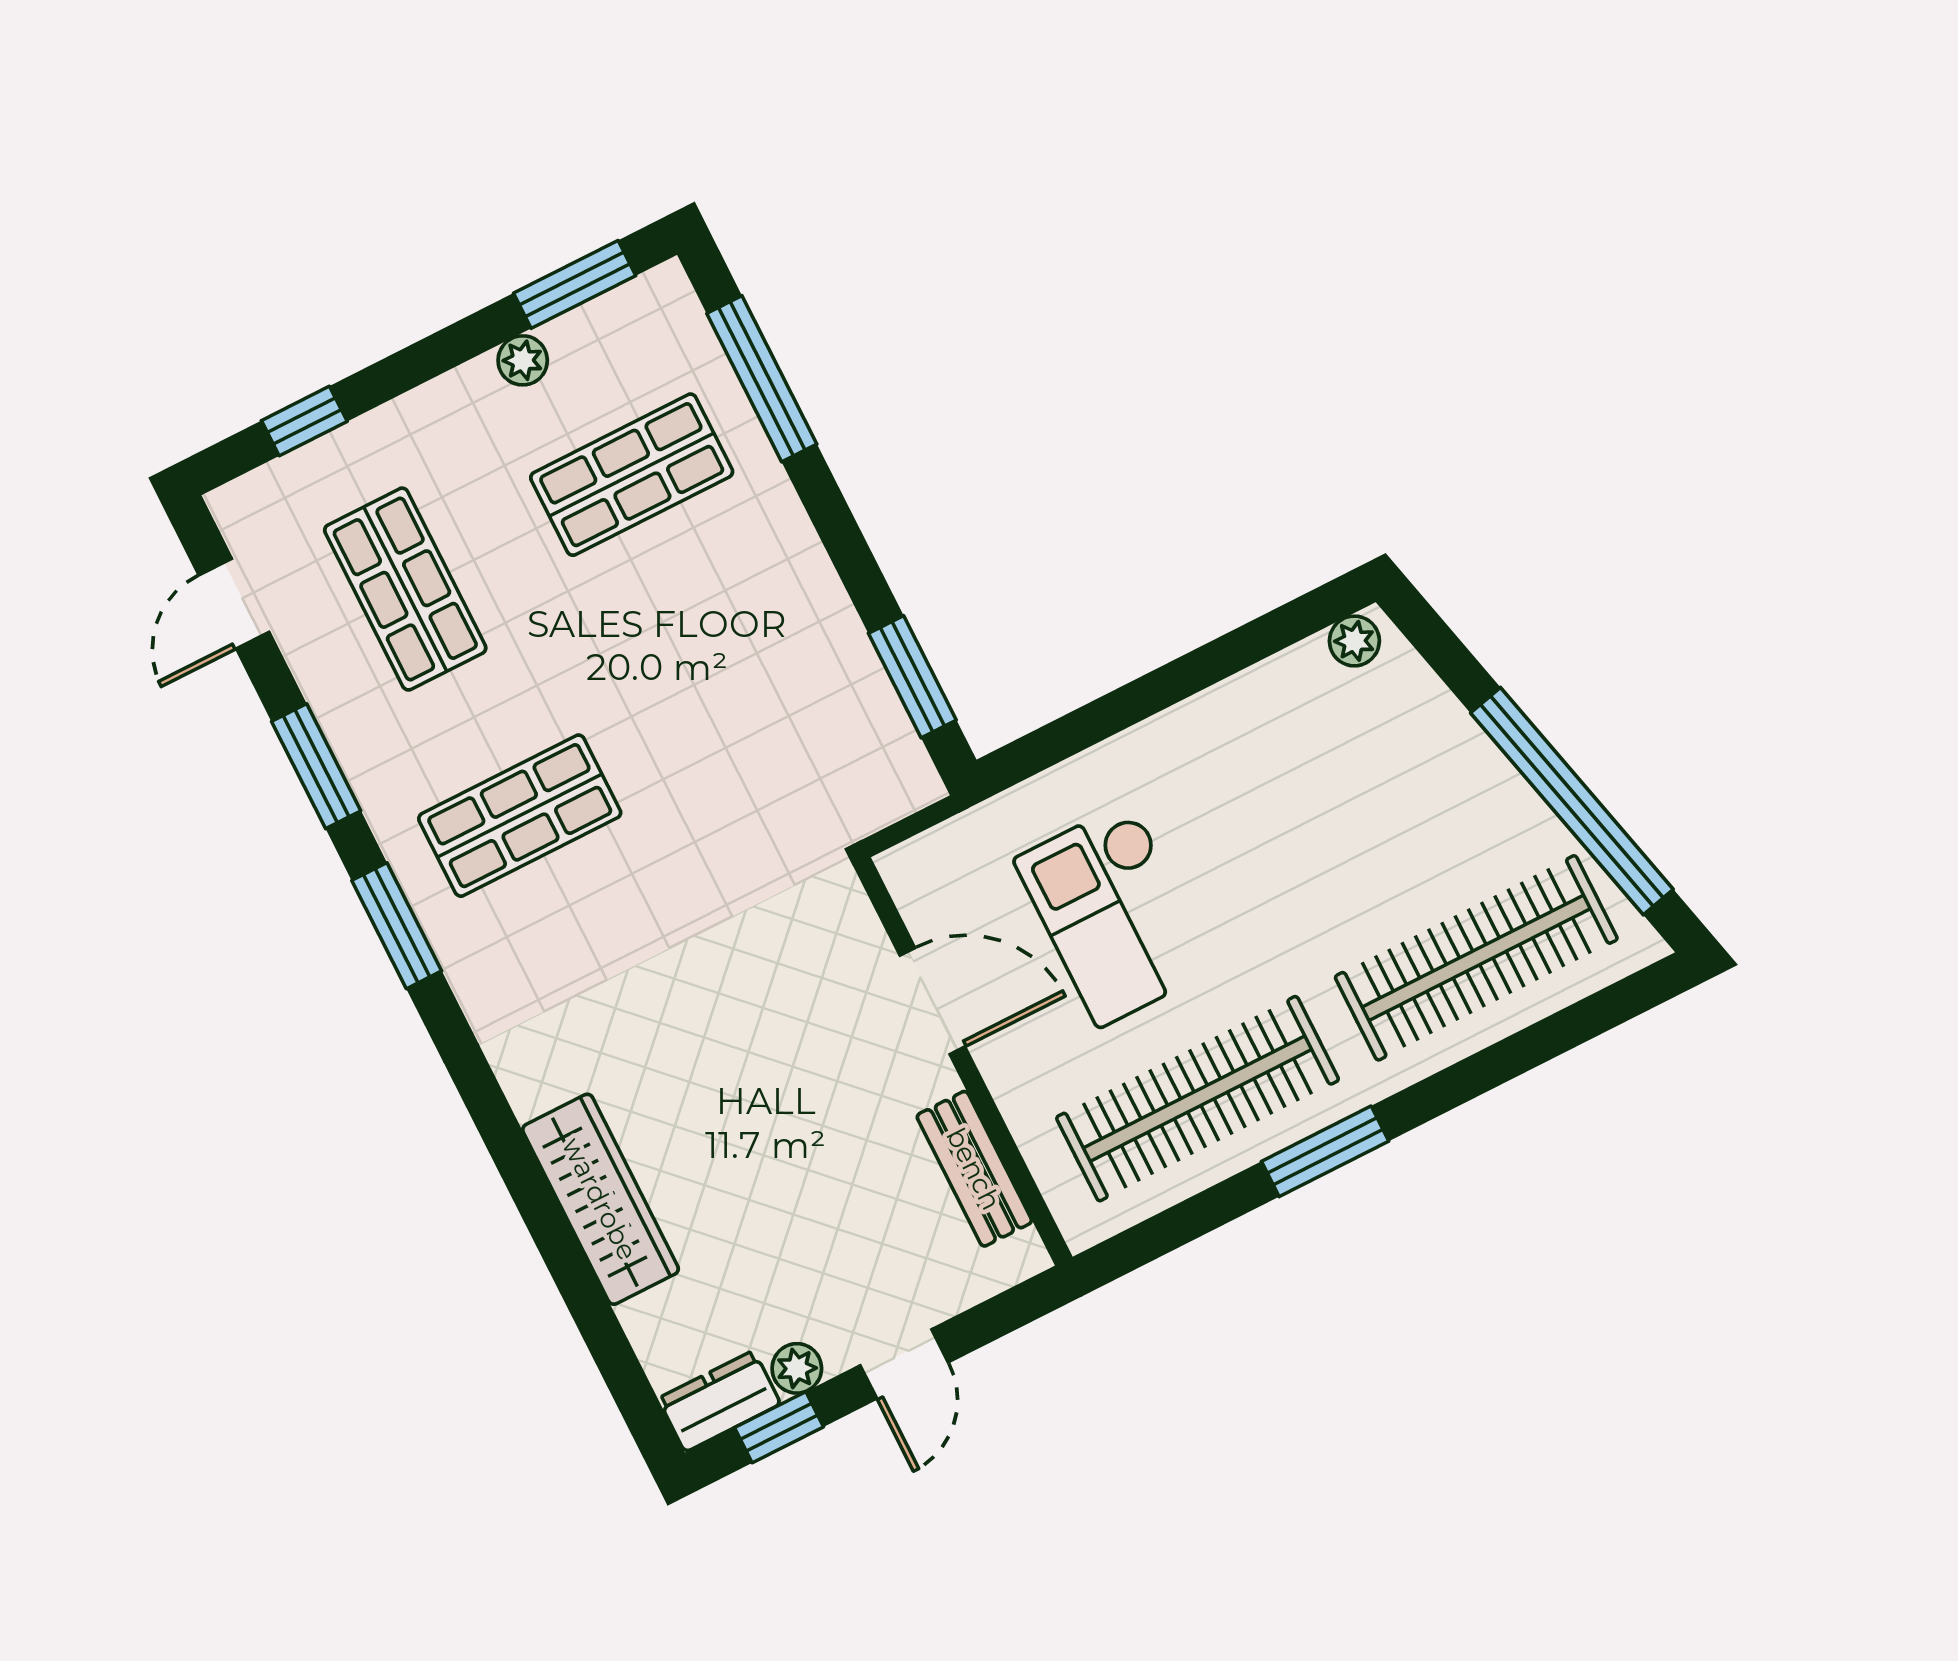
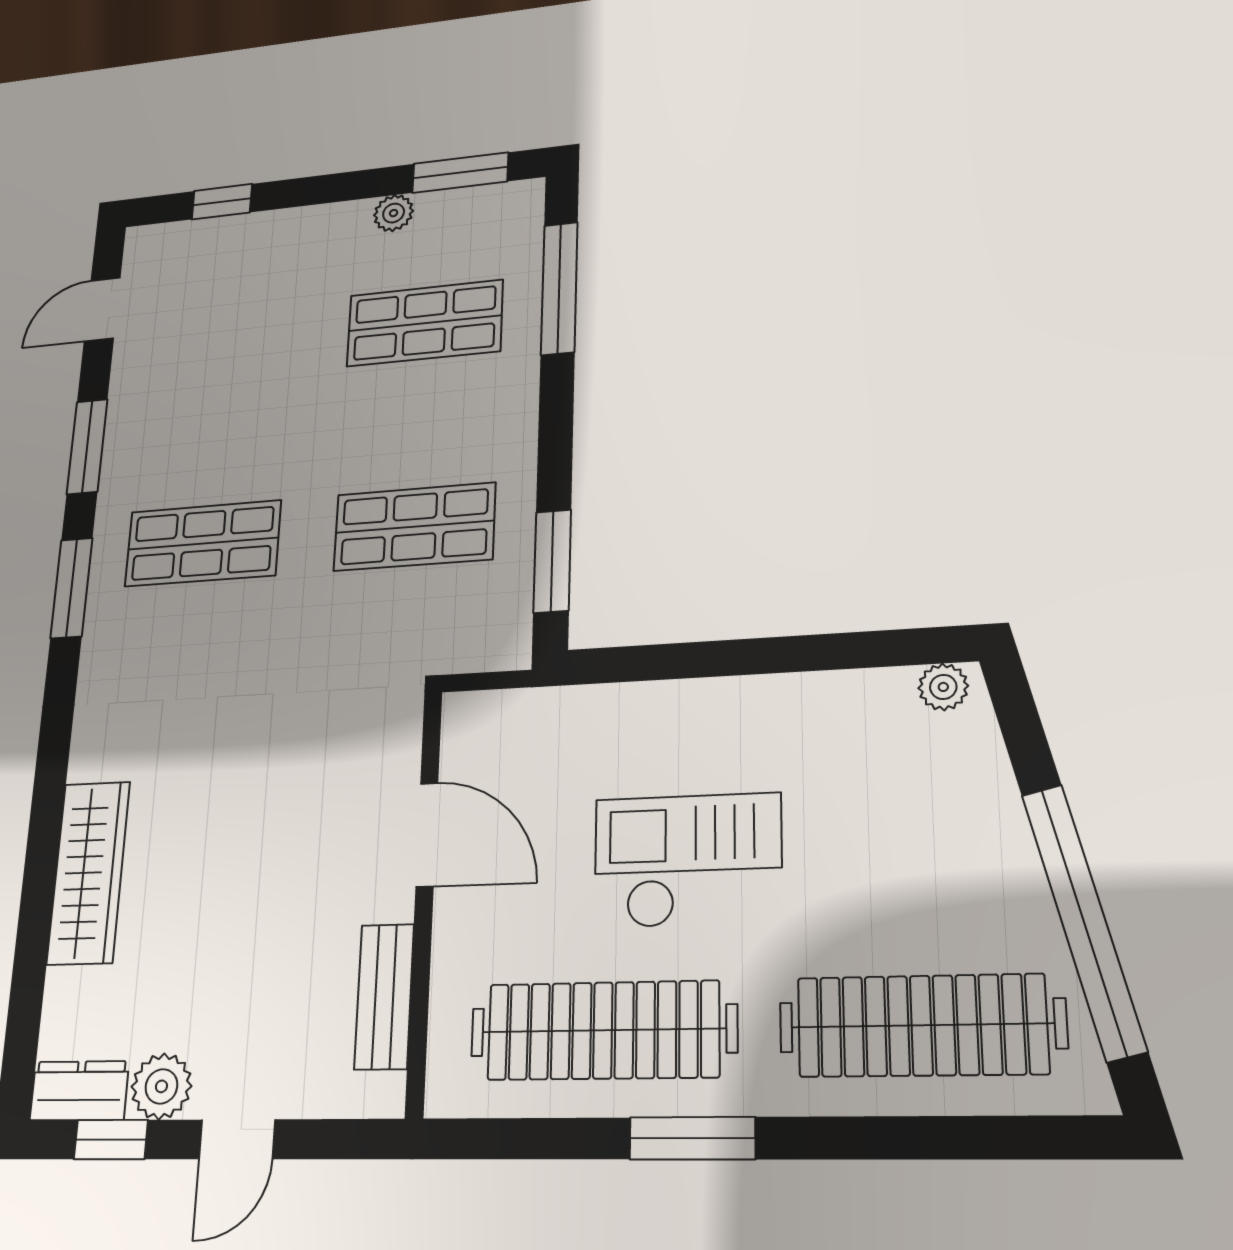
shop shelf: (405, 589) -> (414, 527), moved, turned 90
checkout: (1115, 914) -> (688, 860), moved, turned 90
plant: (797, 1368) -> (161, 1086), width x1.38, depth x1.38

